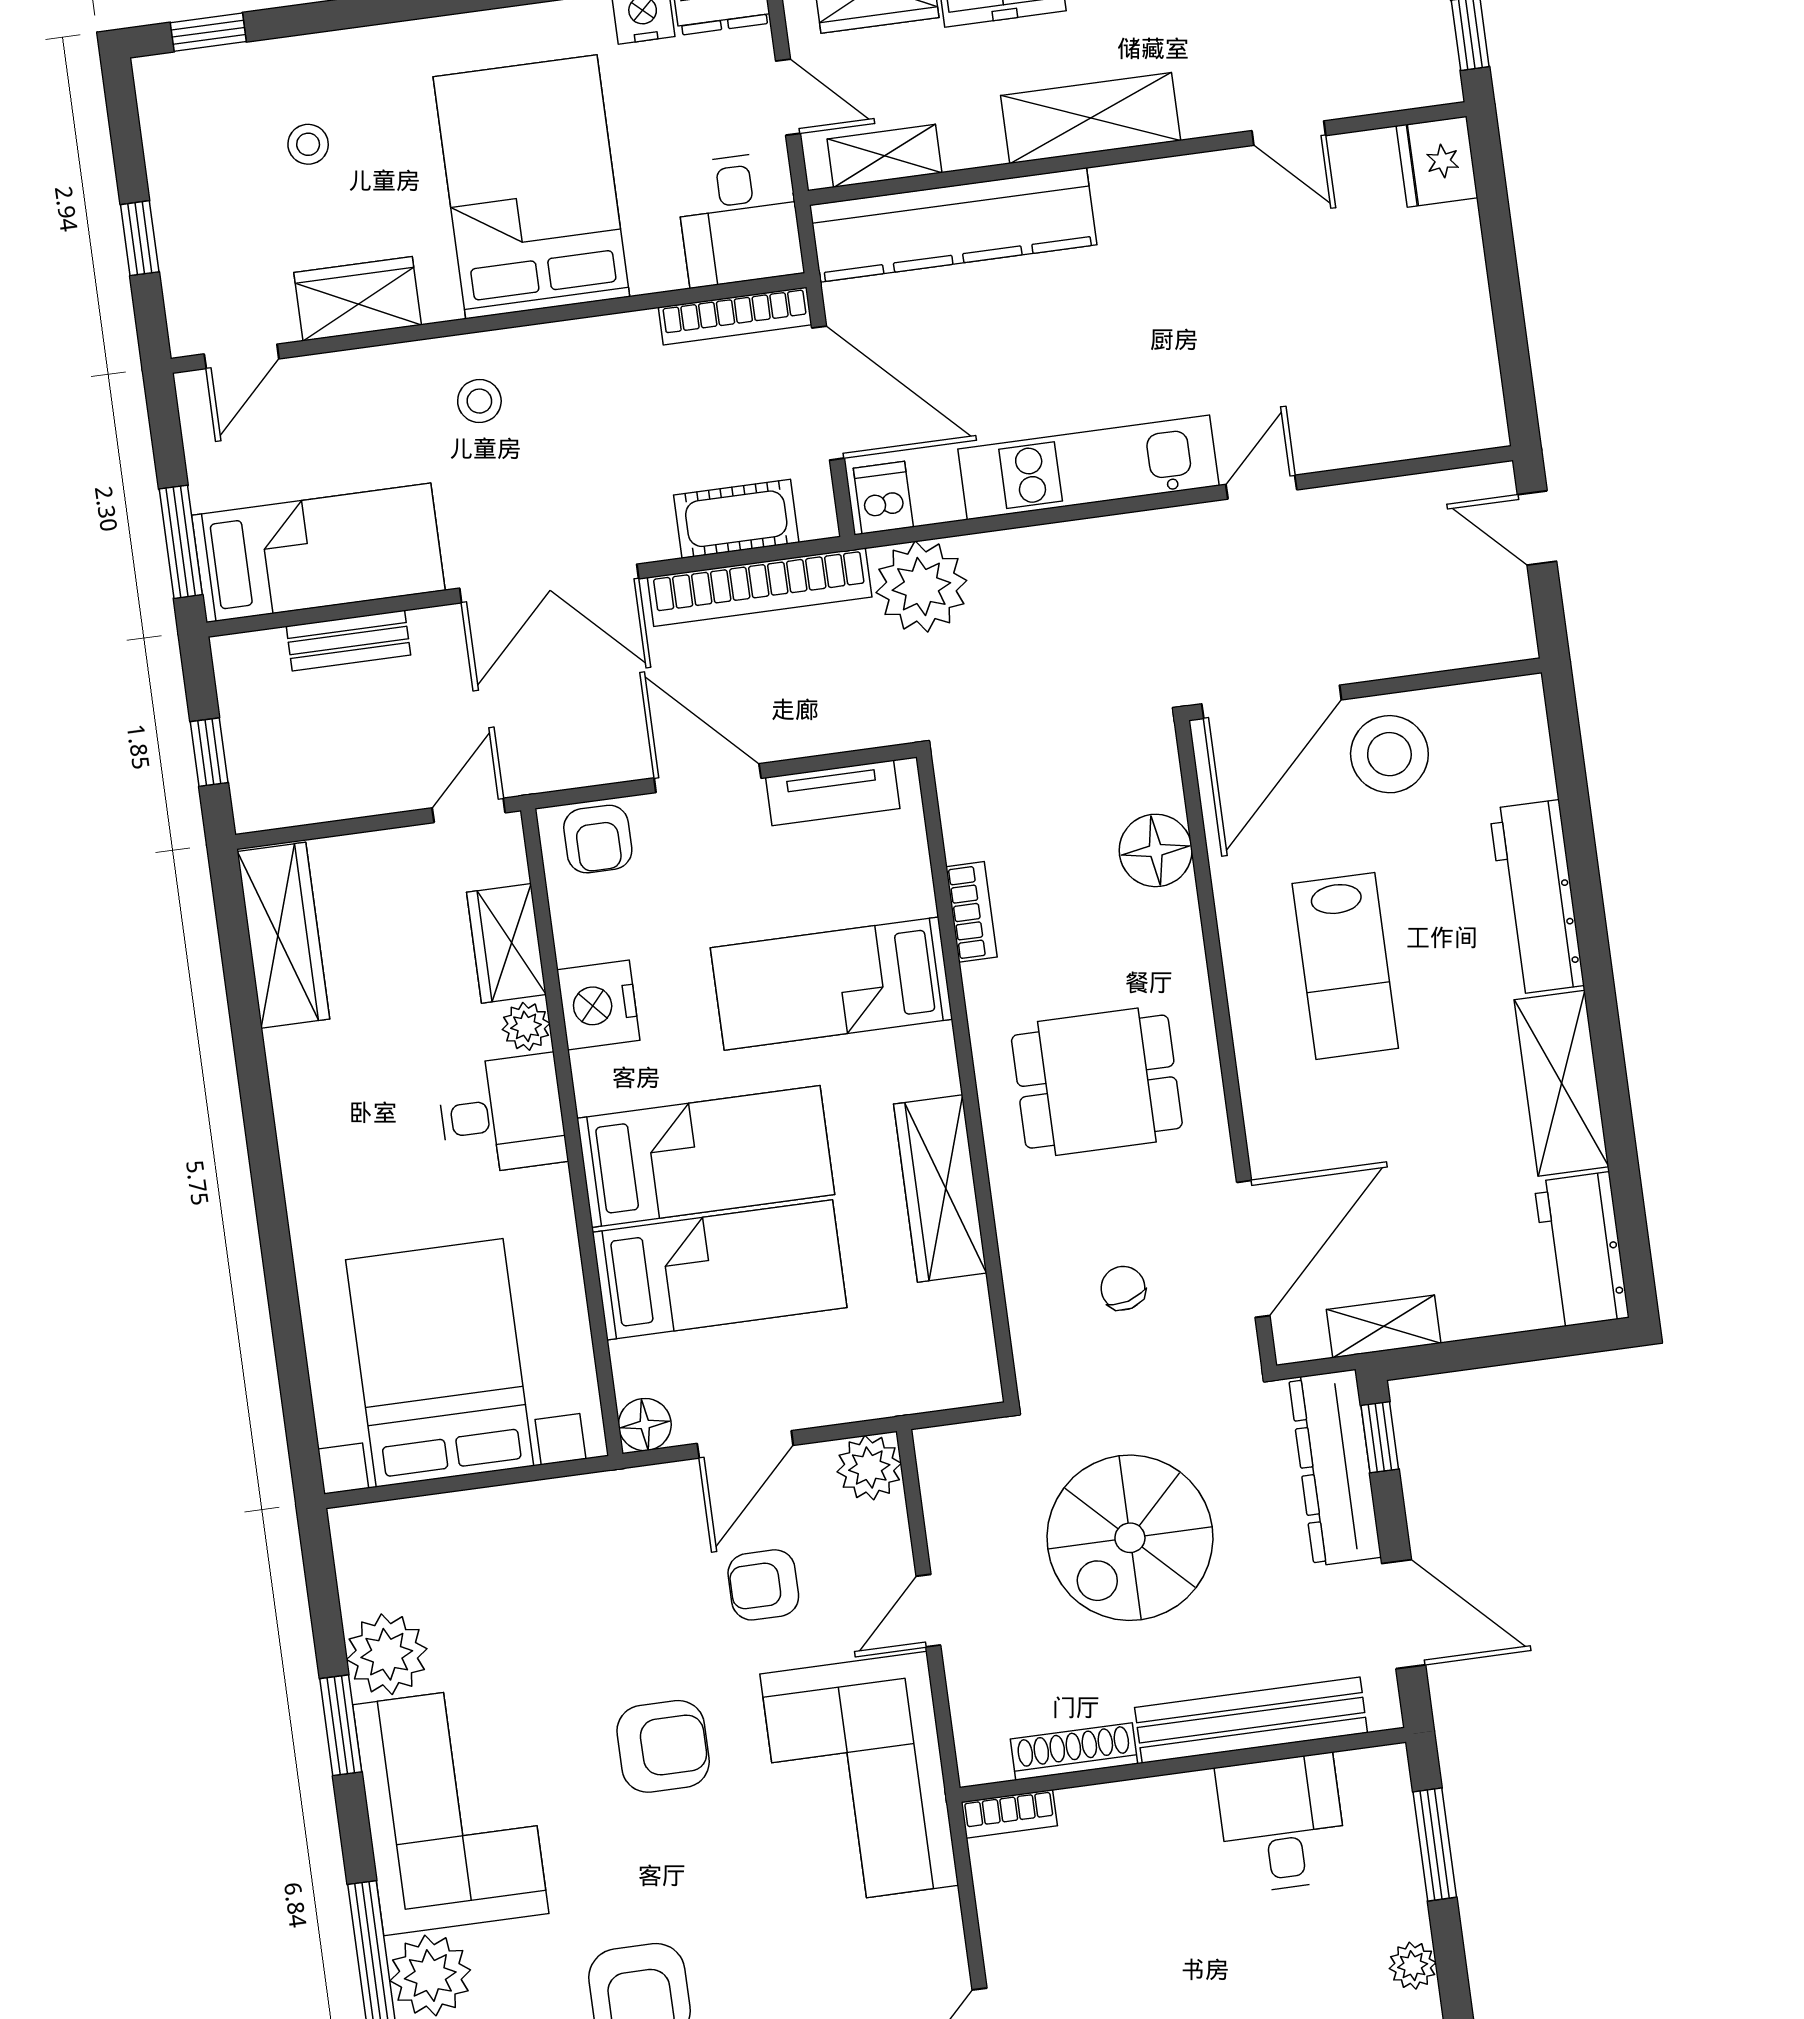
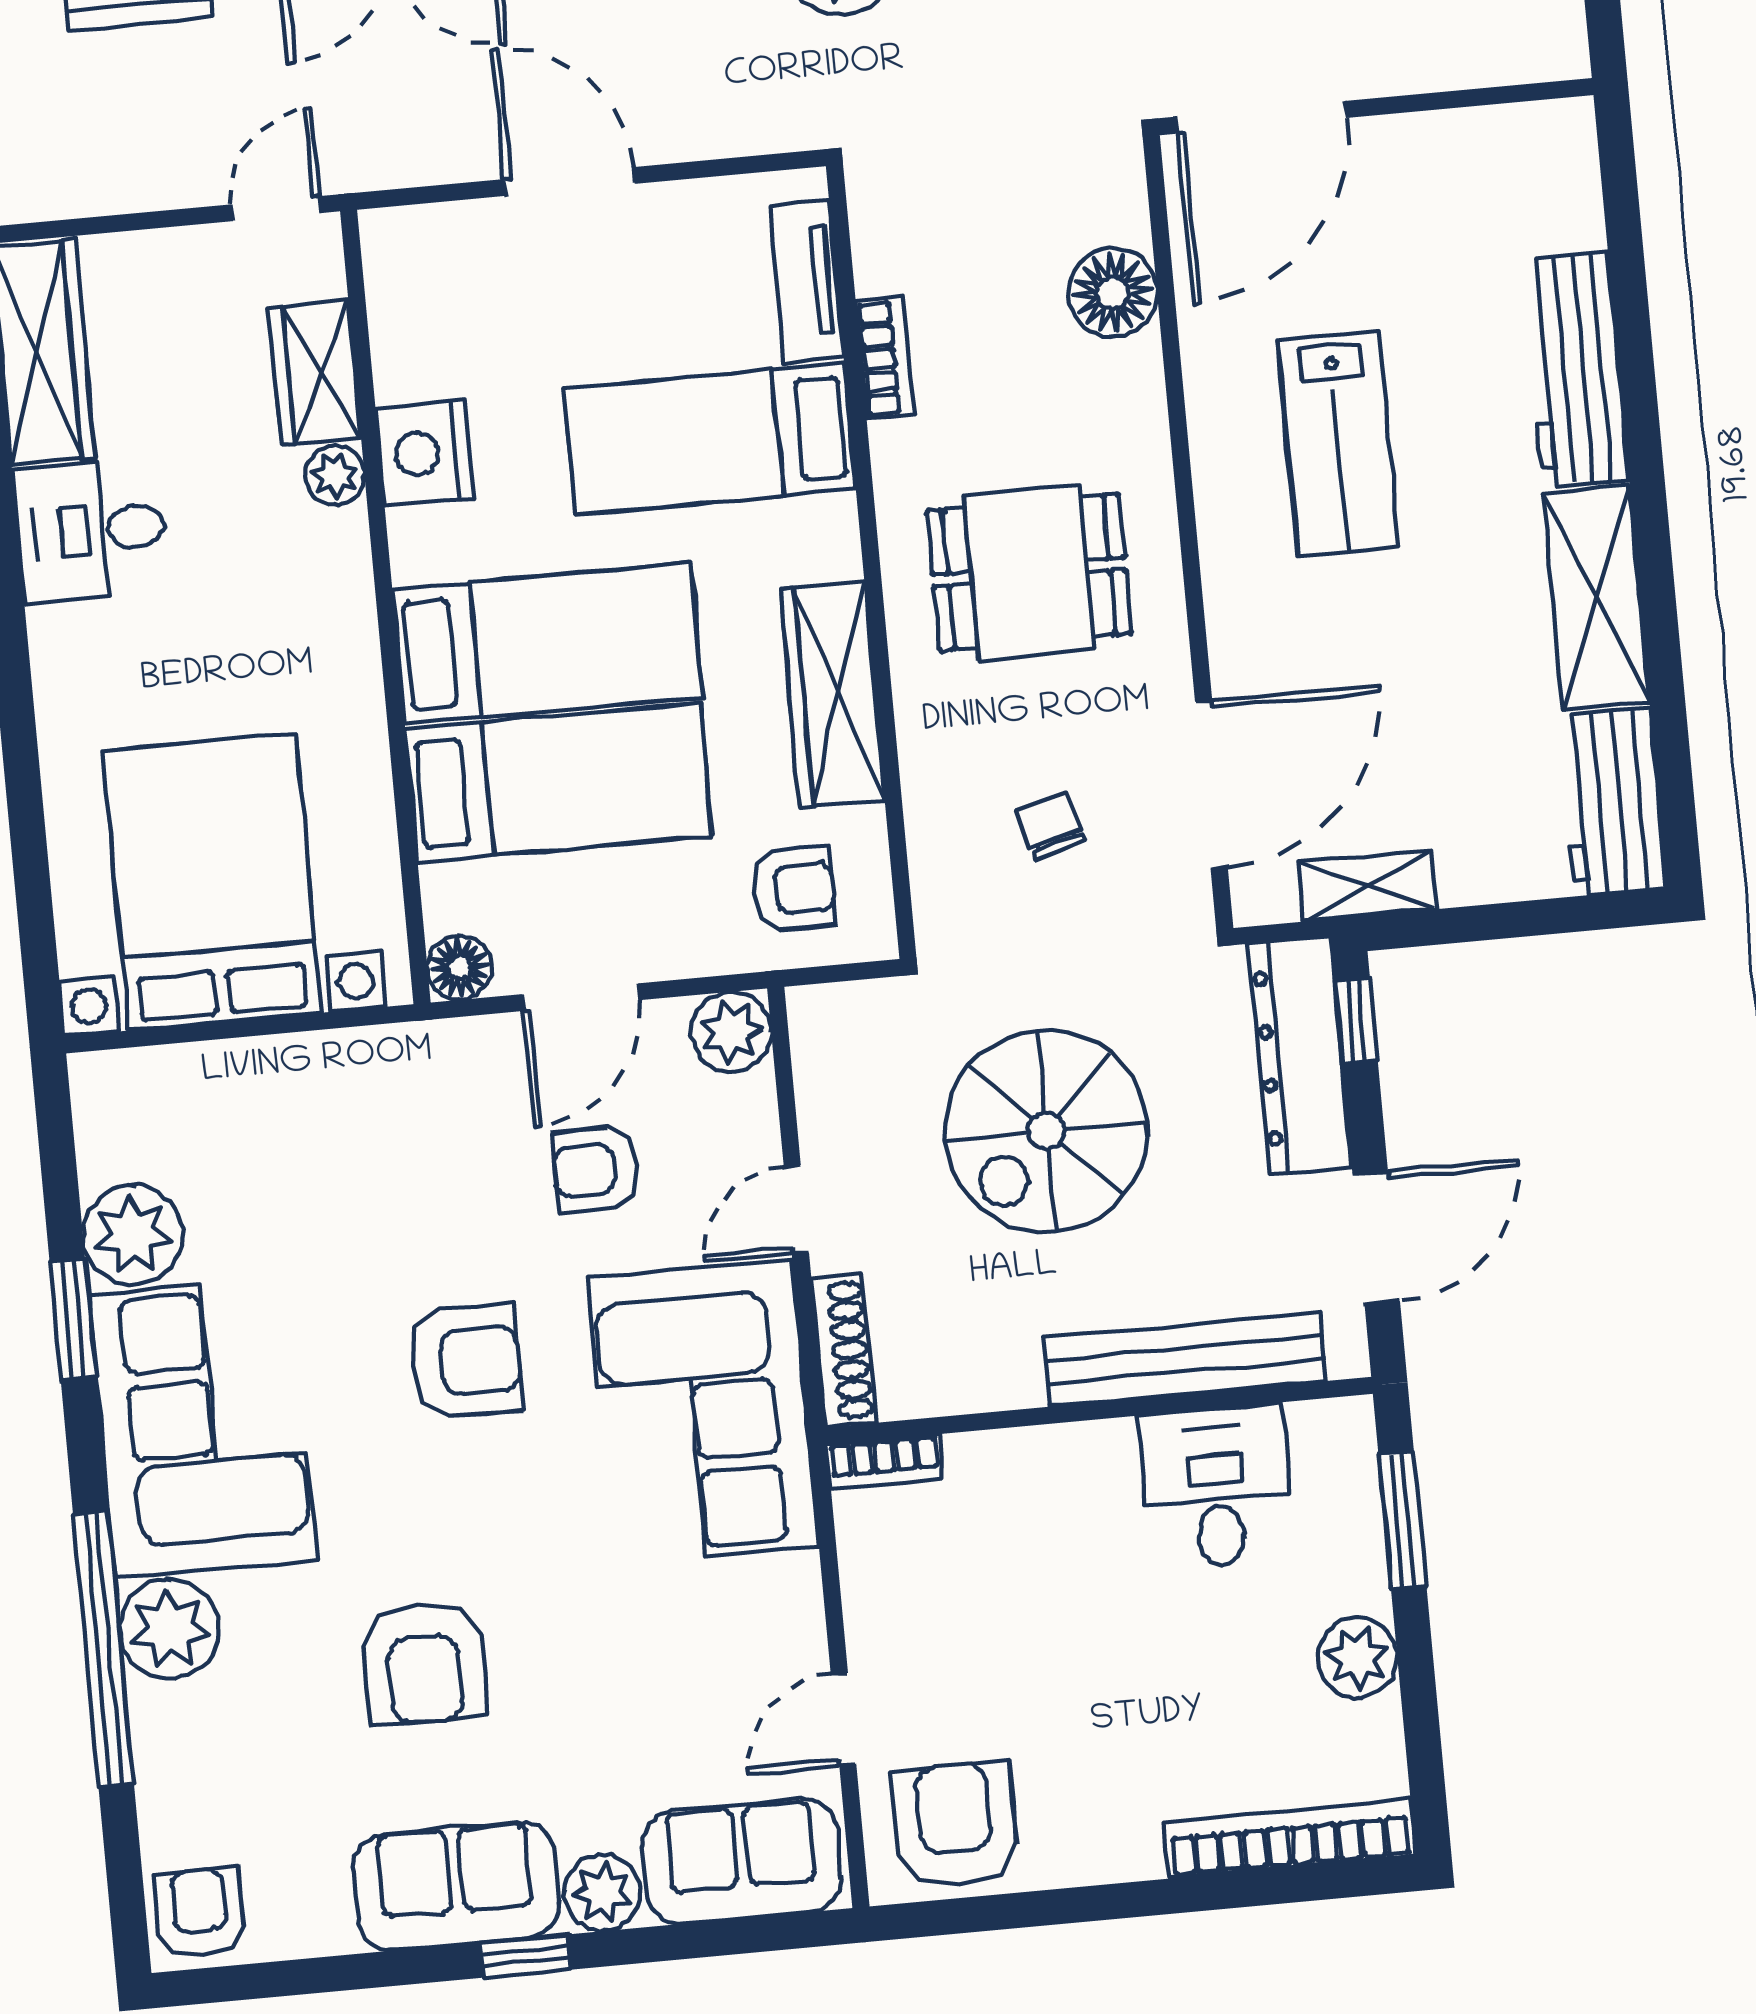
stool: (1389, 754) -> (1403, 187), removed
tv unit: (833, 793) -> (806, 281), moved, turned 90
armchair: (598, 839) -> (793, 889), moved, turned -90
desk: (502, 1115) -> (91, 531), moved, turned 180
door: (1404, 1614) -> (1376, 1238), hinge flipped
shoe rack: (1074, 1751) -> (844, 1350), moved, turned 90
plant: (1413, 1966) -> (1358, 1658), width x1.38, depth x1.38

